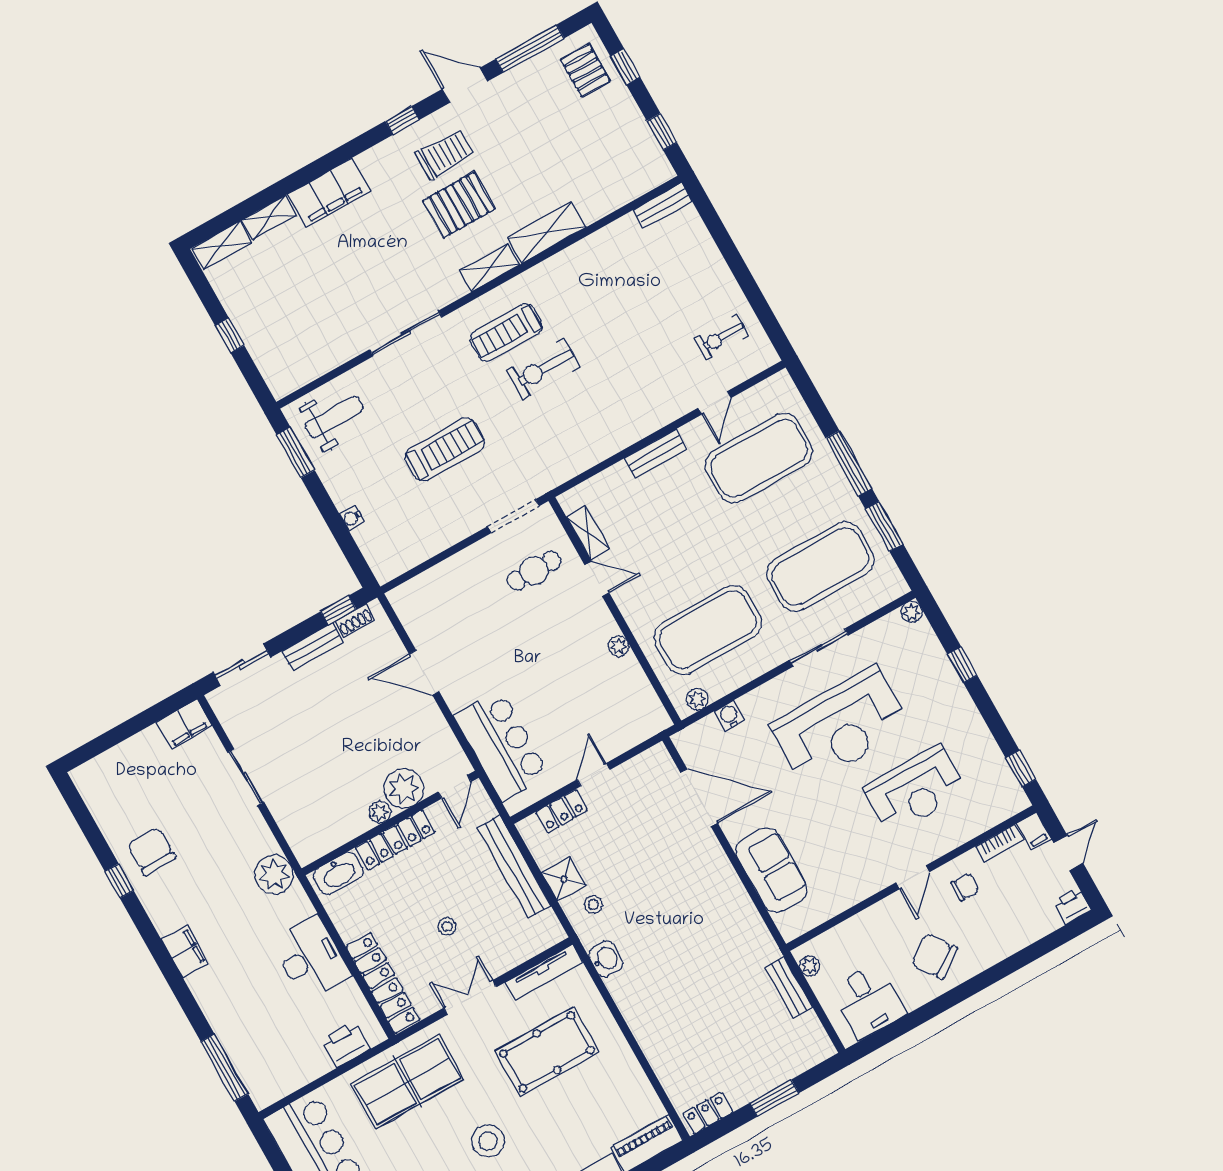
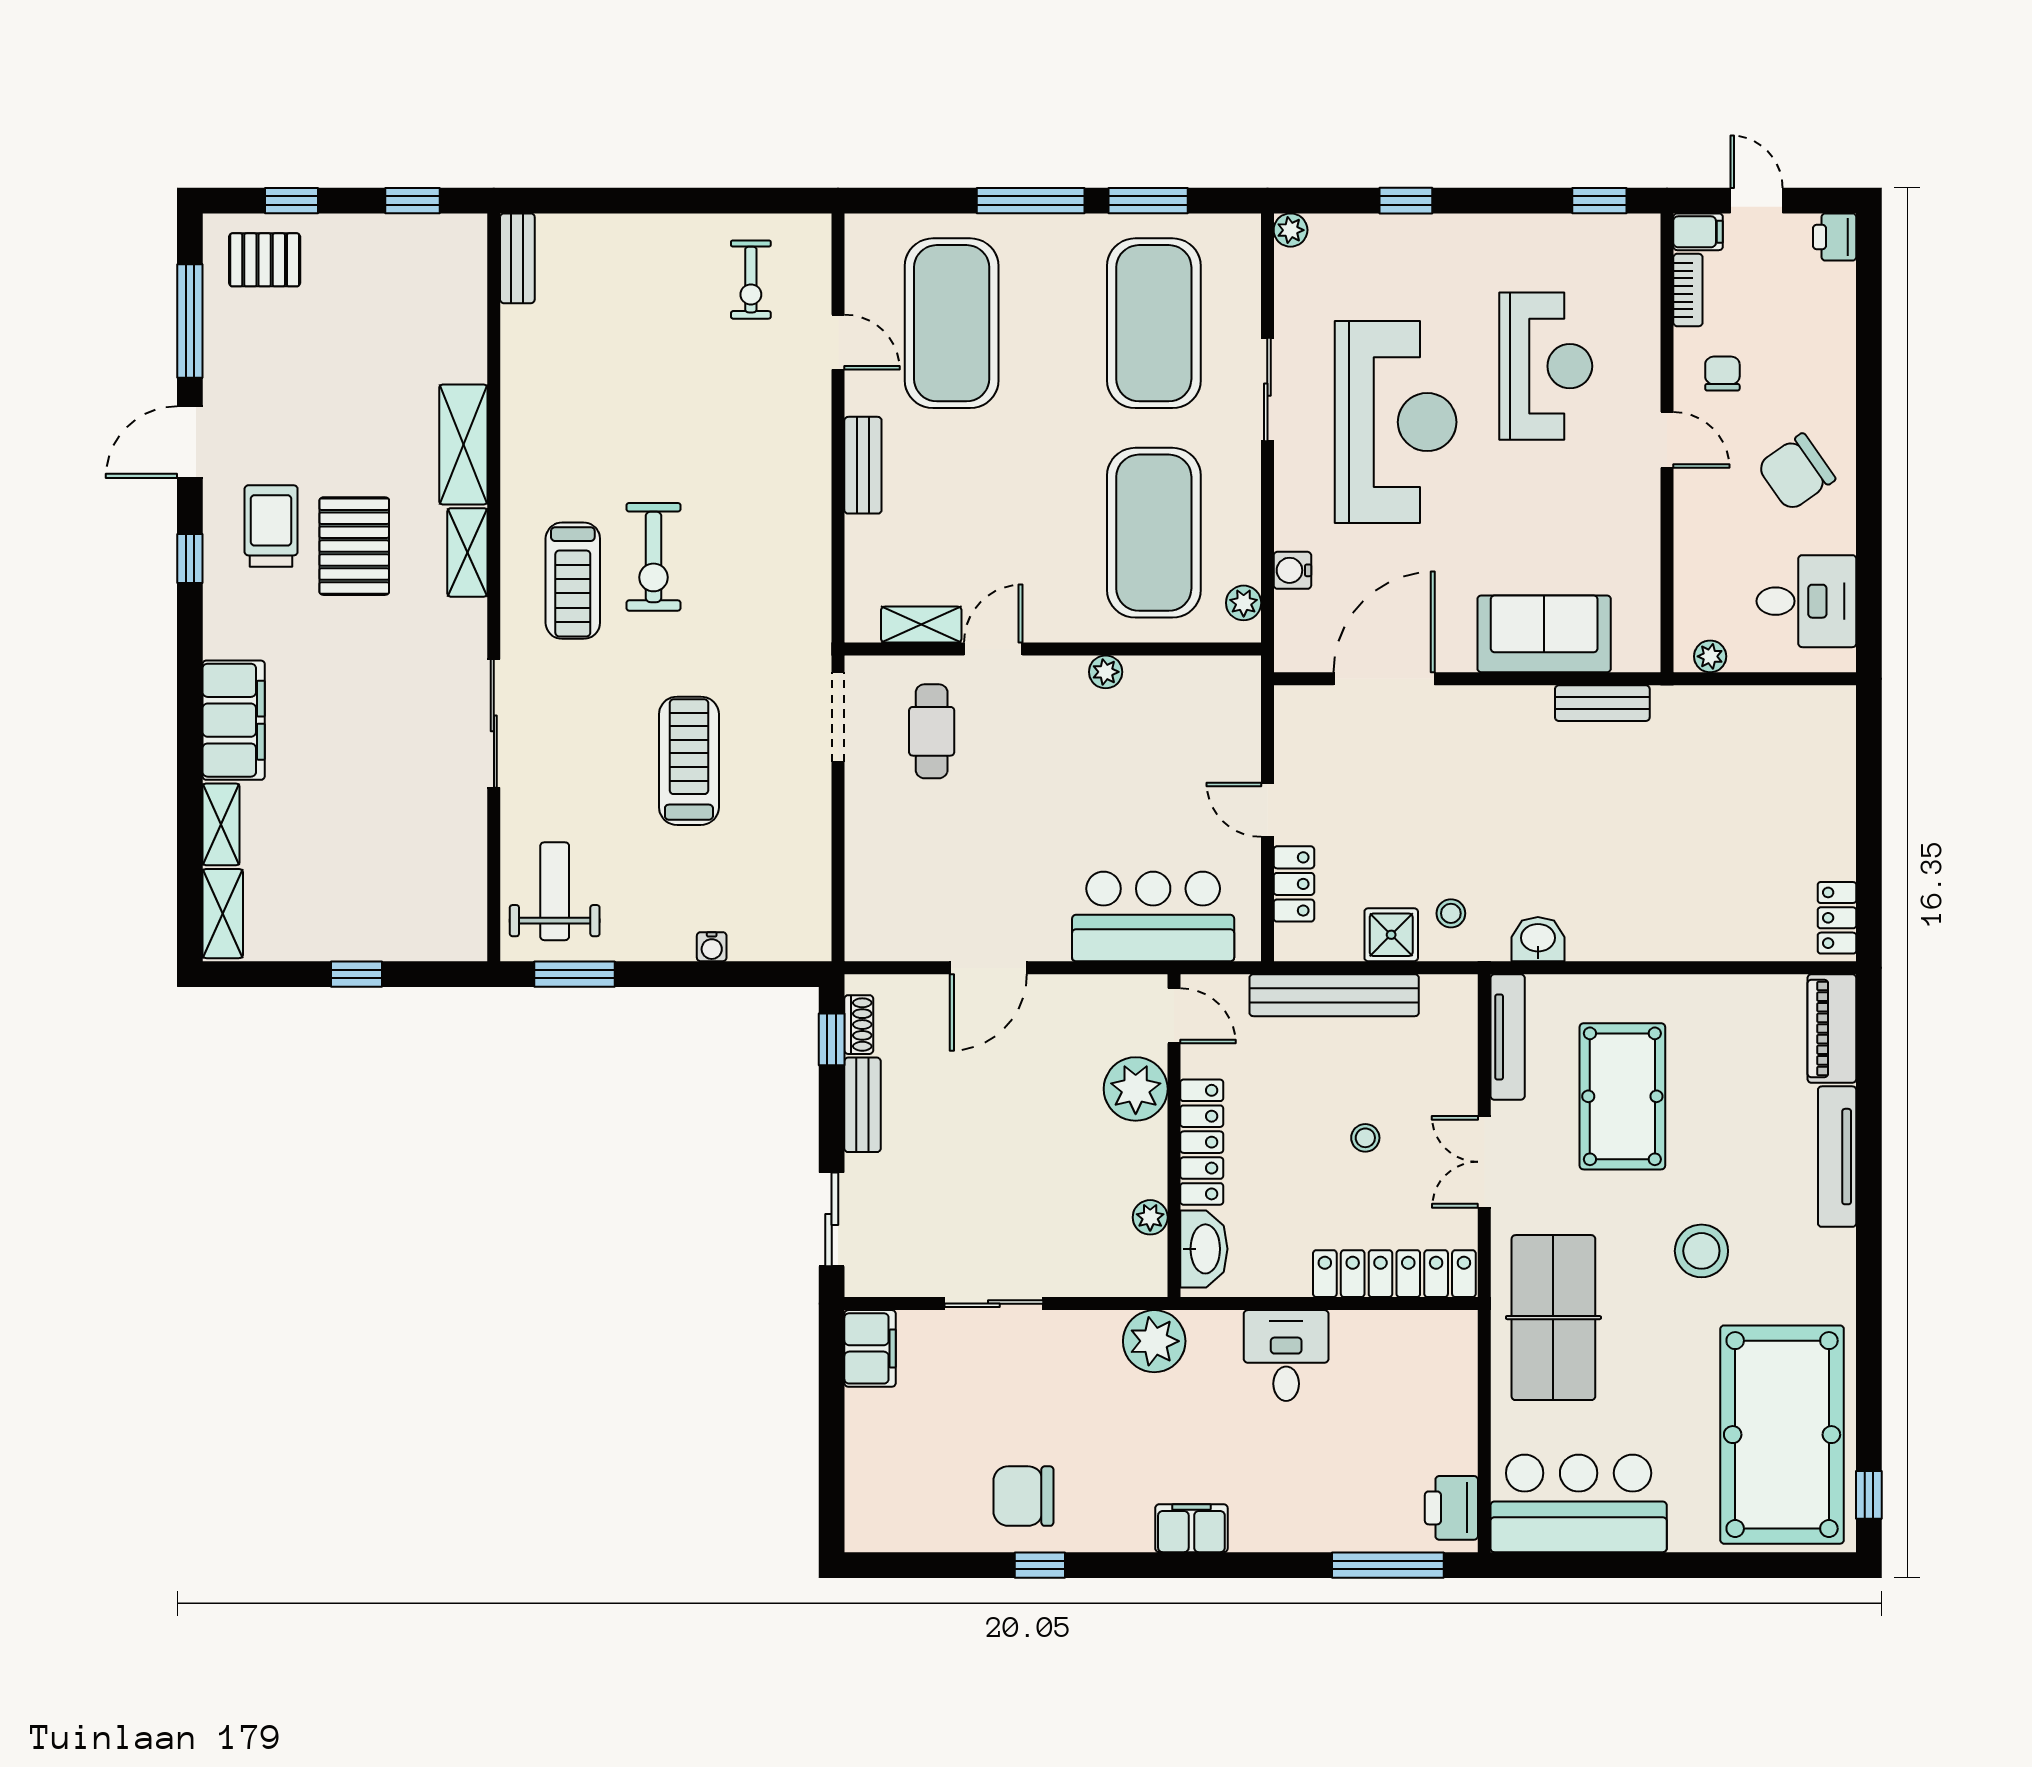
plant: (380, 812) -> (1150, 1217), moved
desk: (311, 958) -> (1286, 1356), width x0.73
bench: (789, 987) -> (1602, 703), moved
printer: (345, 1045) -> (1451, 1508), moved
window: (774, 1098) -> (1869, 812), removed

